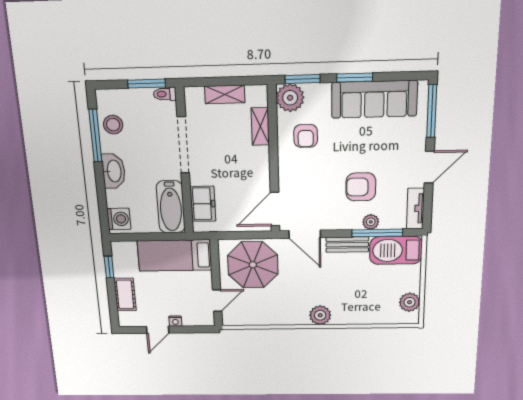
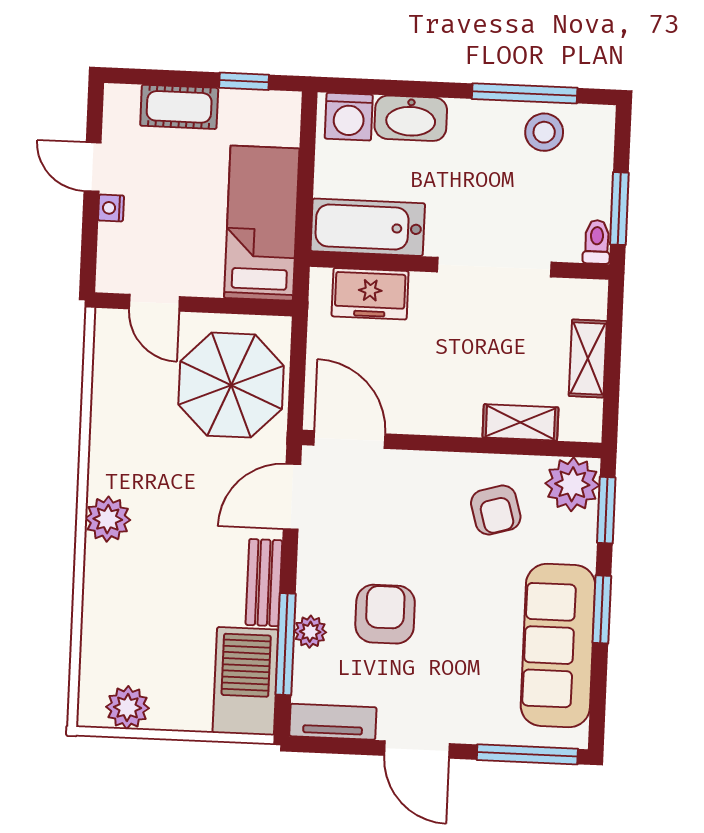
armchair: (306, 136) -> (496, 510), turned -106
washbasin: (114, 171) -> (411, 118), moved

